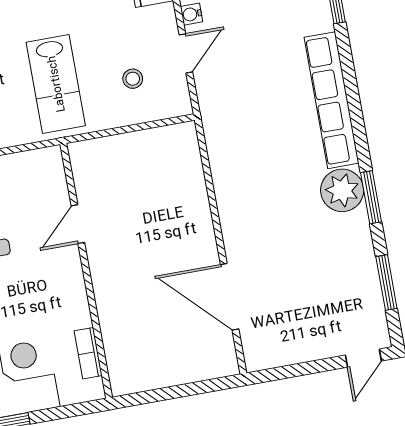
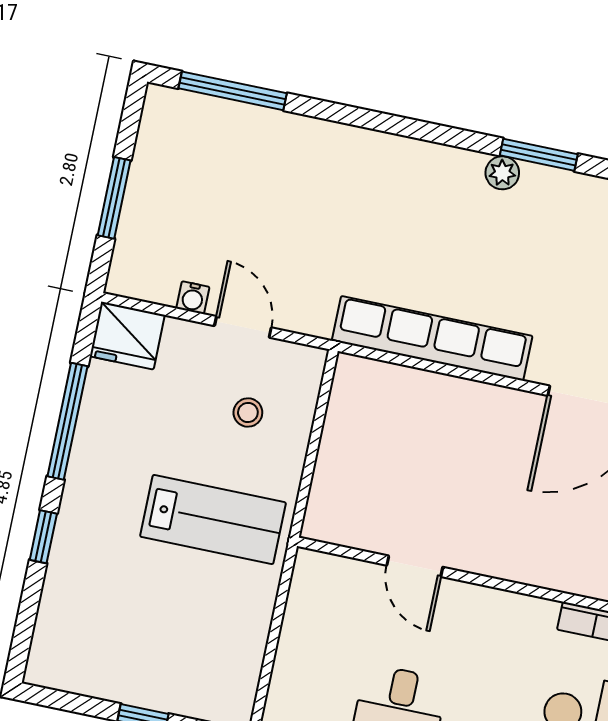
row of seats: (332, 100) -> (432, 338), moved, turned 180
plant: (342, 190) -> (502, 173), width x0.53, depth x0.53

